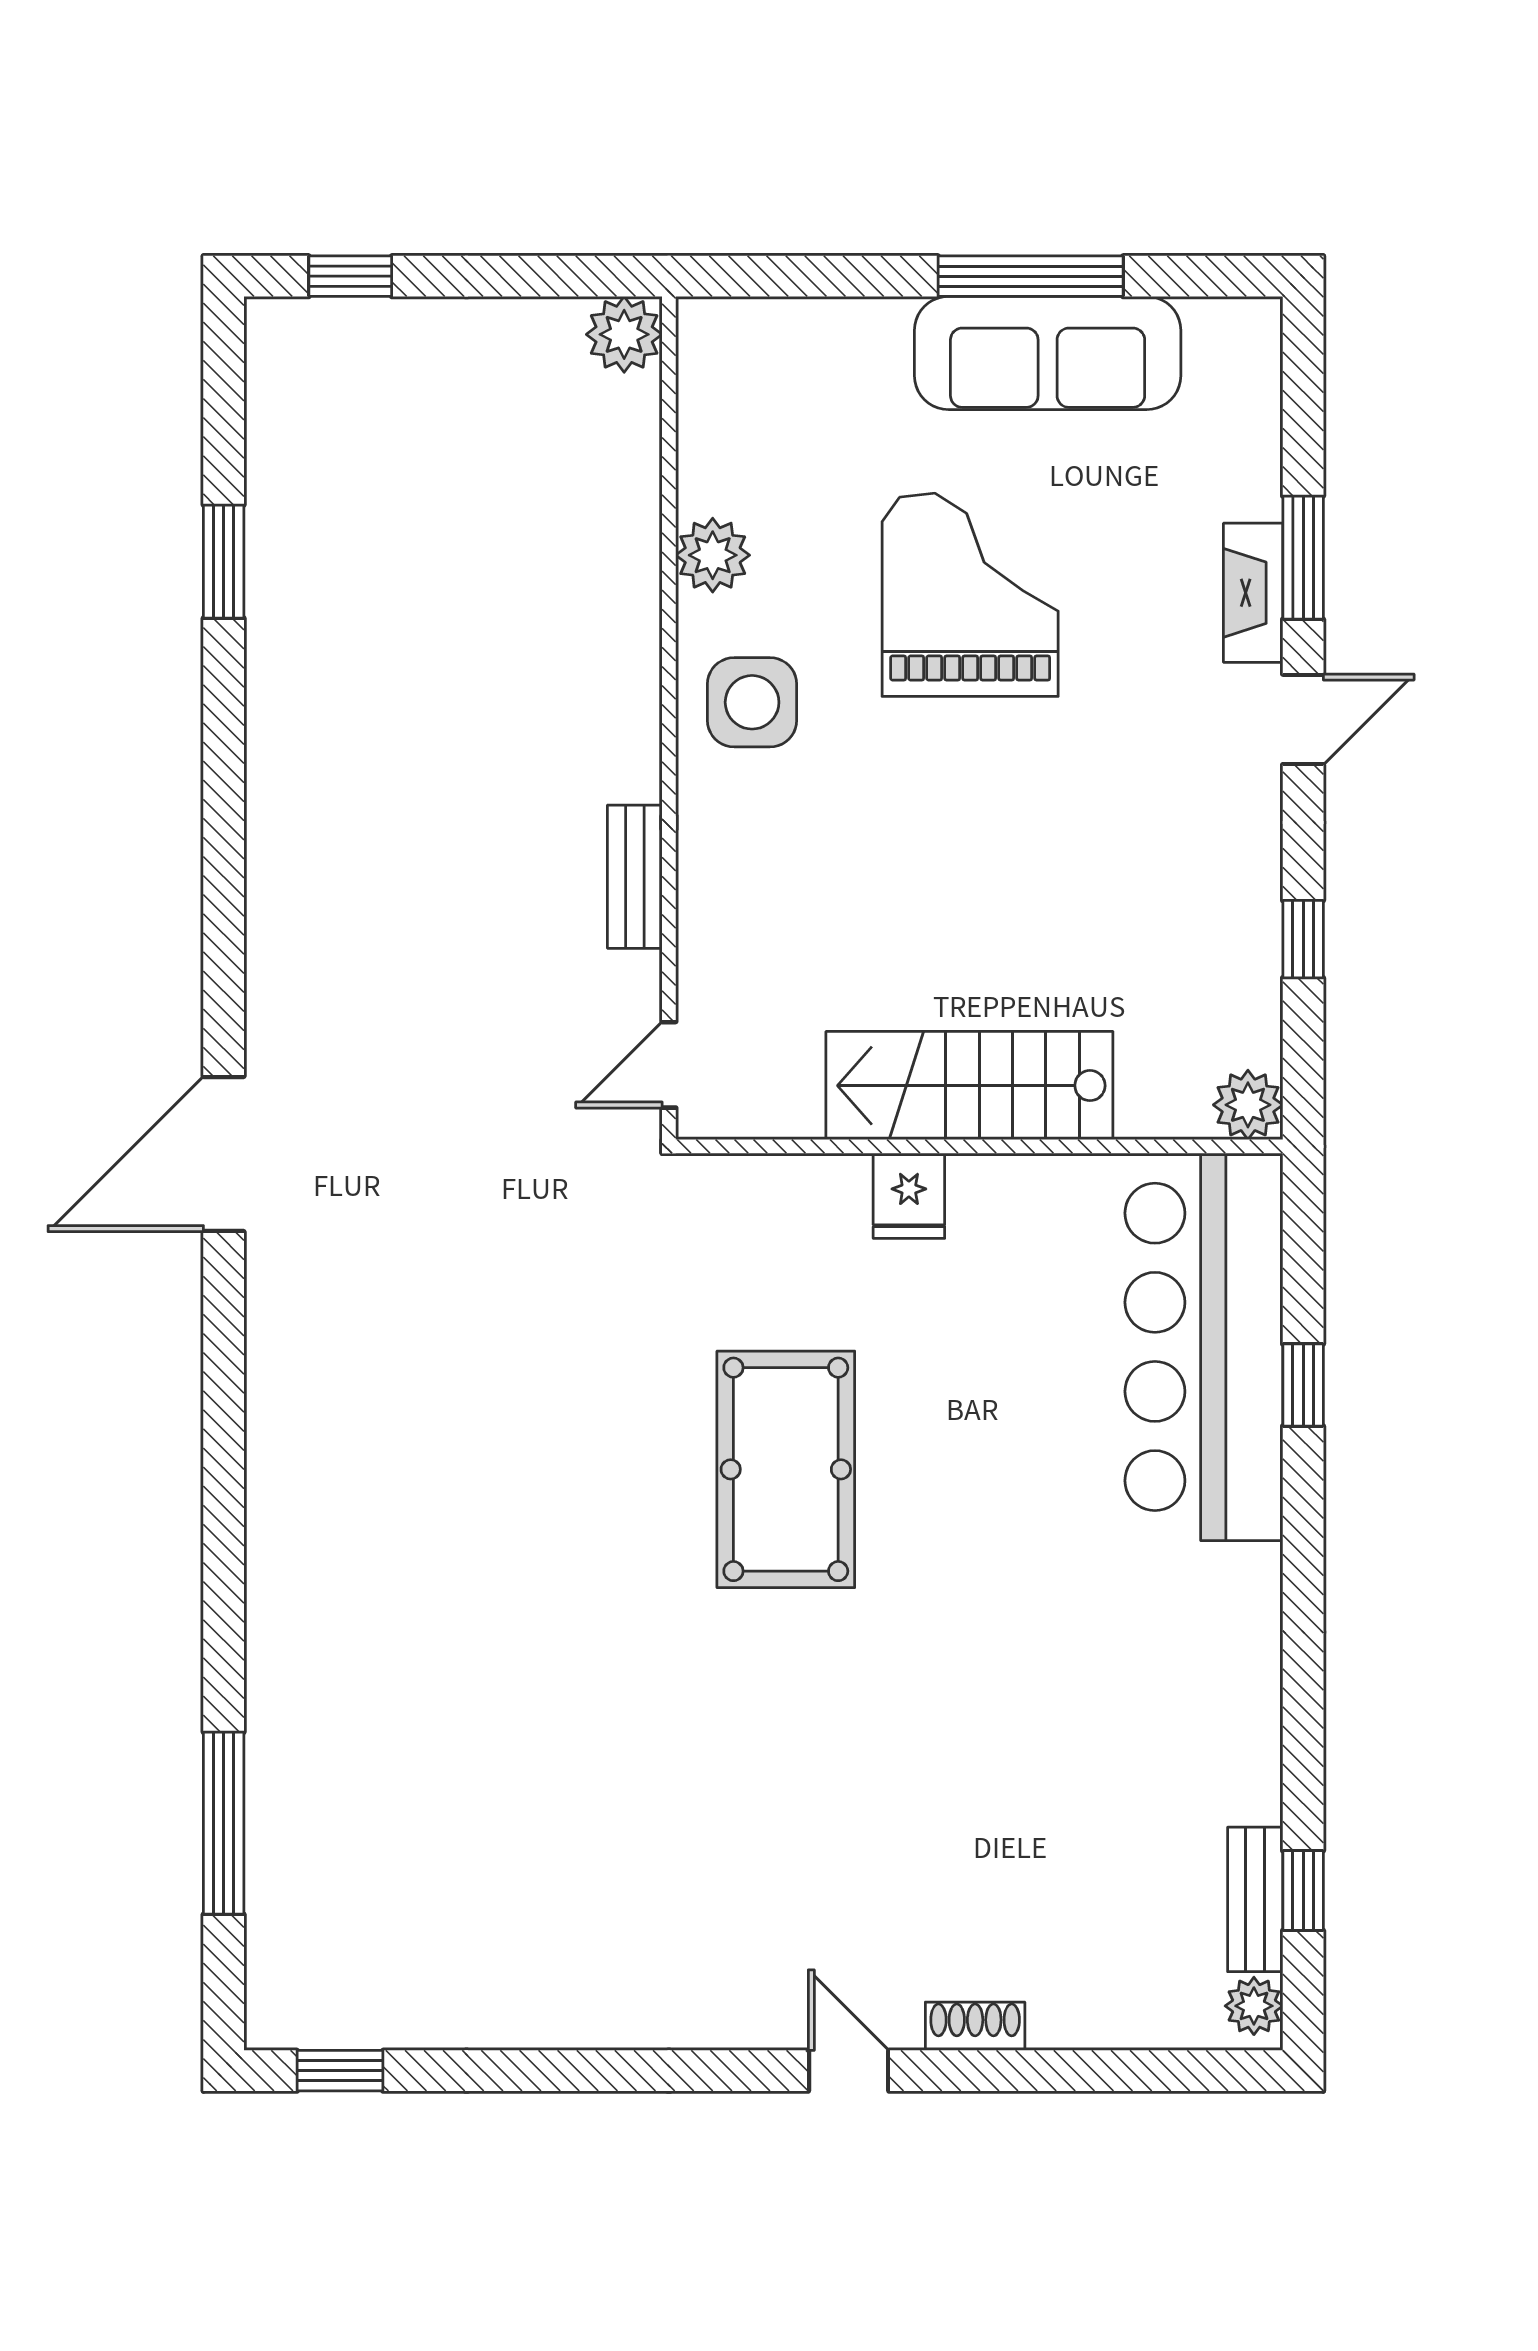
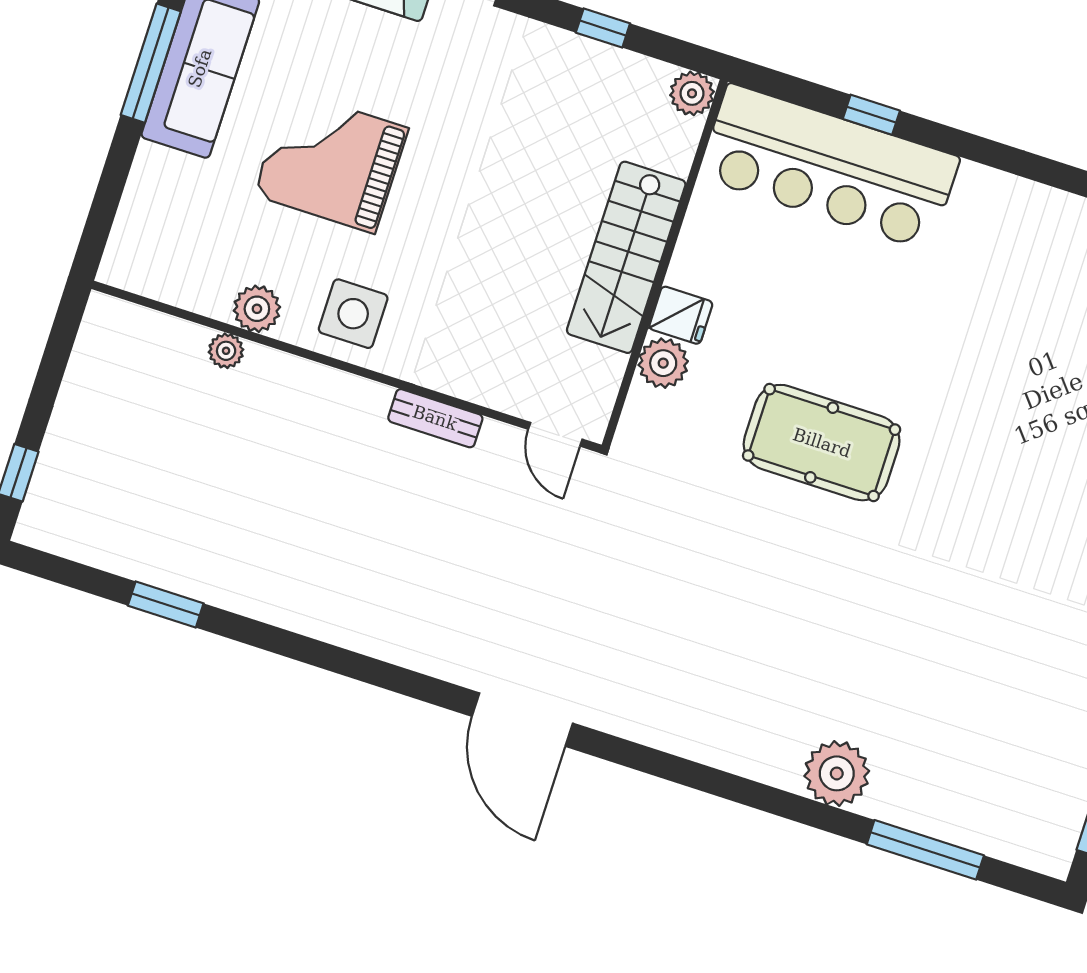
plant: (624, 334) -> (226, 351), moved, width x0.73, depth x0.73
plant: (828, 1193) -> (663, 363), added
plant: (295, 1653) -> (837, 773), added

